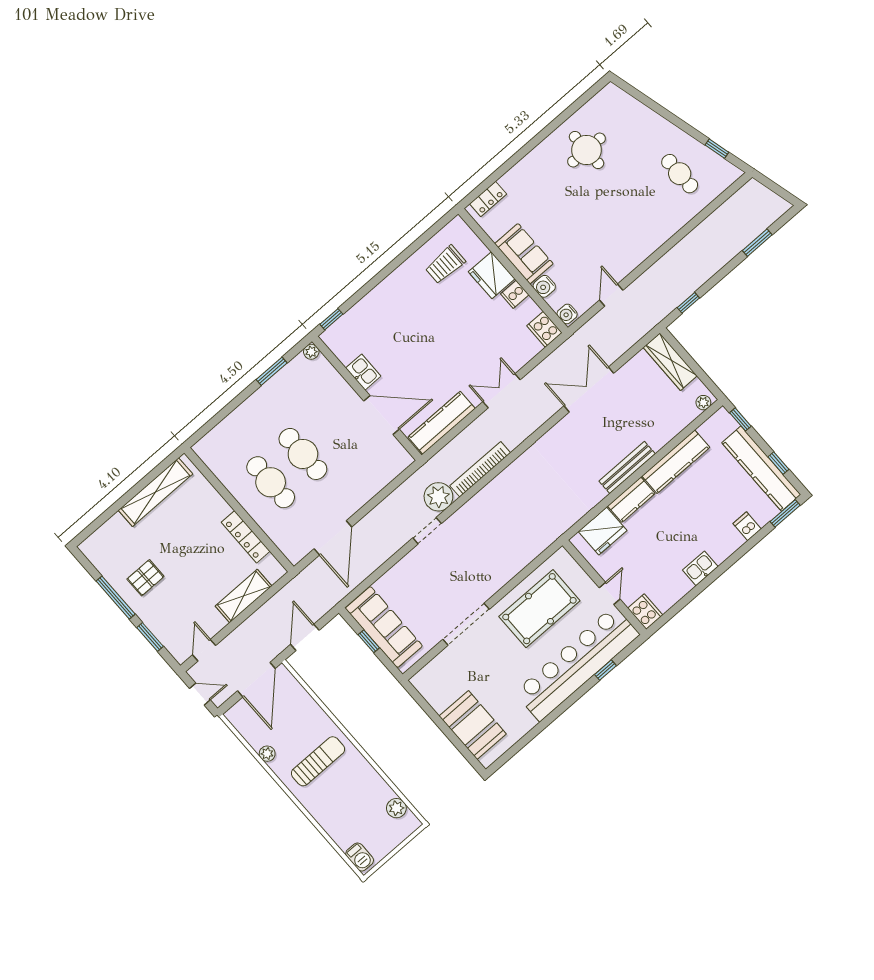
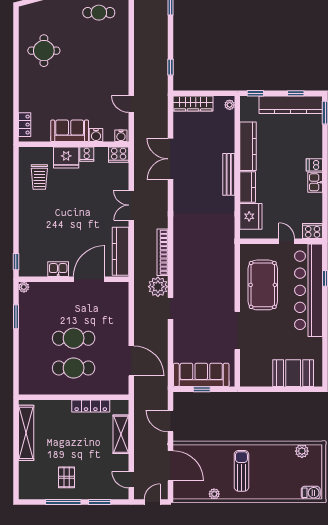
dishwasher: (747, 526) -> (314, 165), moved

